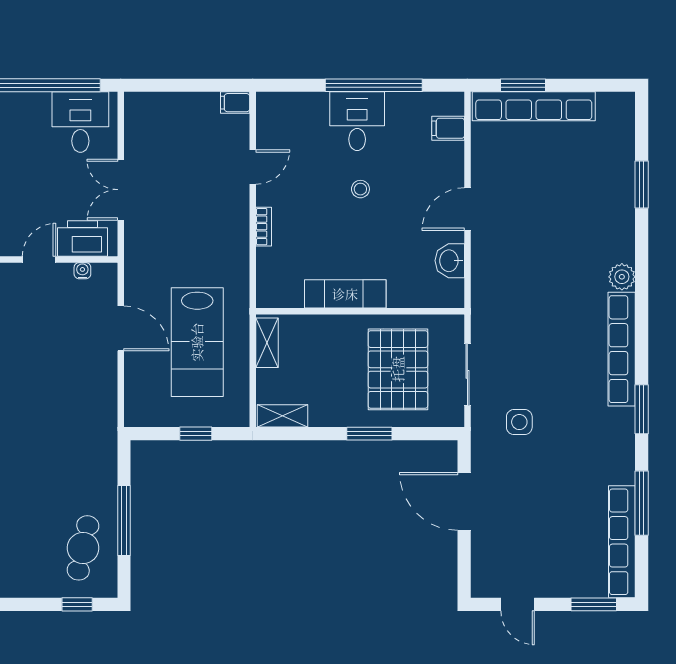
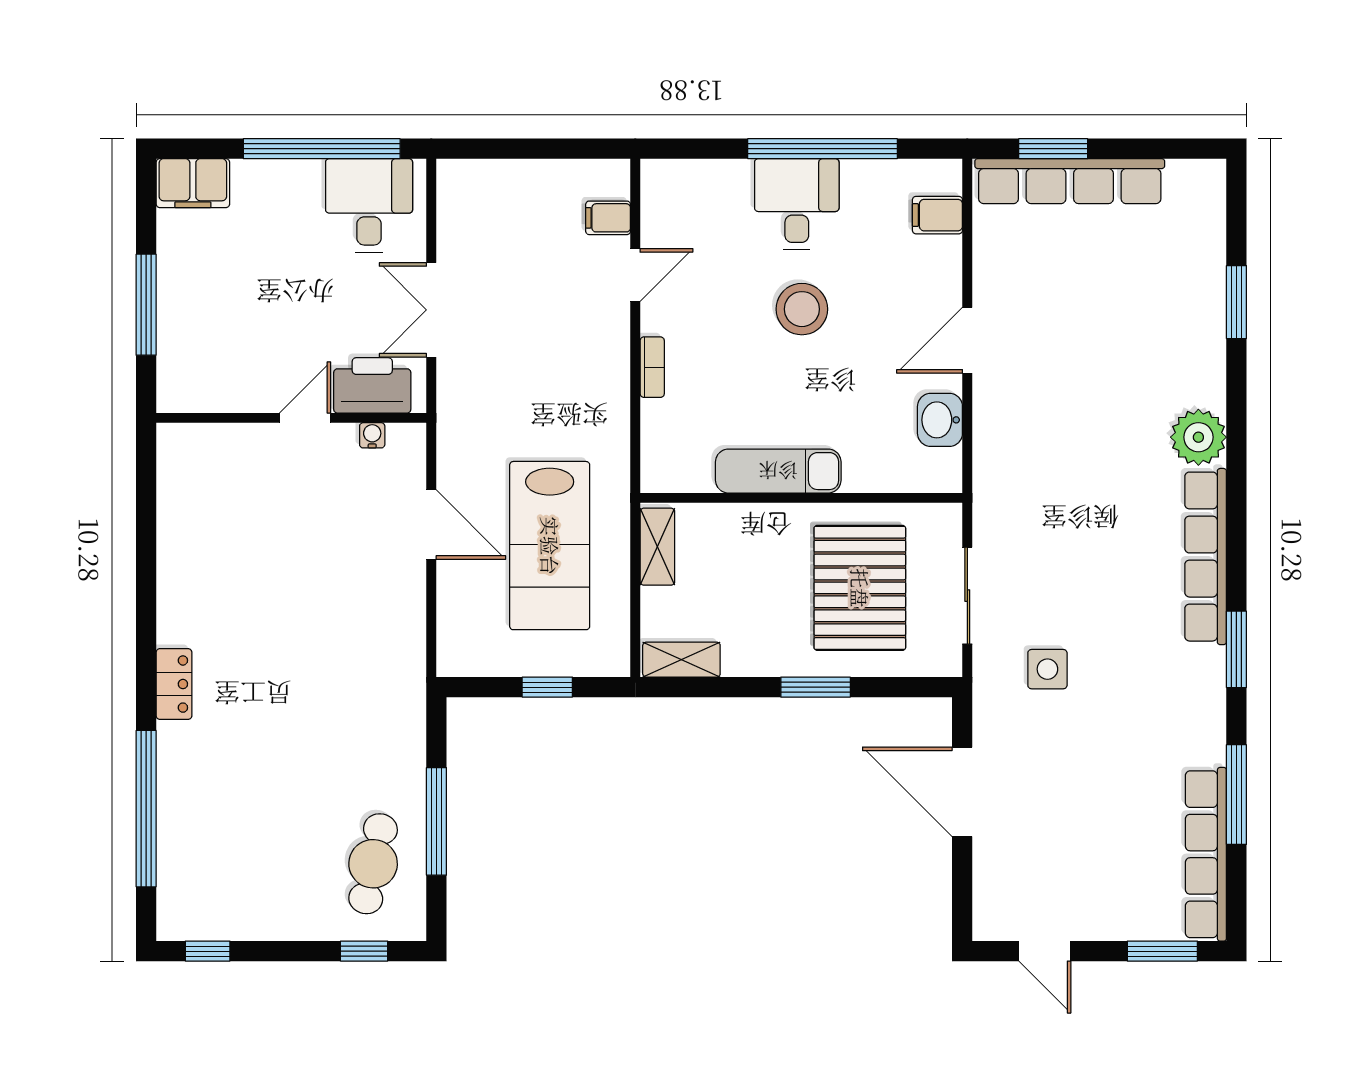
filing cabinet: (235, 103) -> (608, 218), moved
stool: (360, 189) -> (802, 309), width x1.89, depth x1.89
plant: (622, 277) -> (1198, 437), width x1.36, depth x1.36

